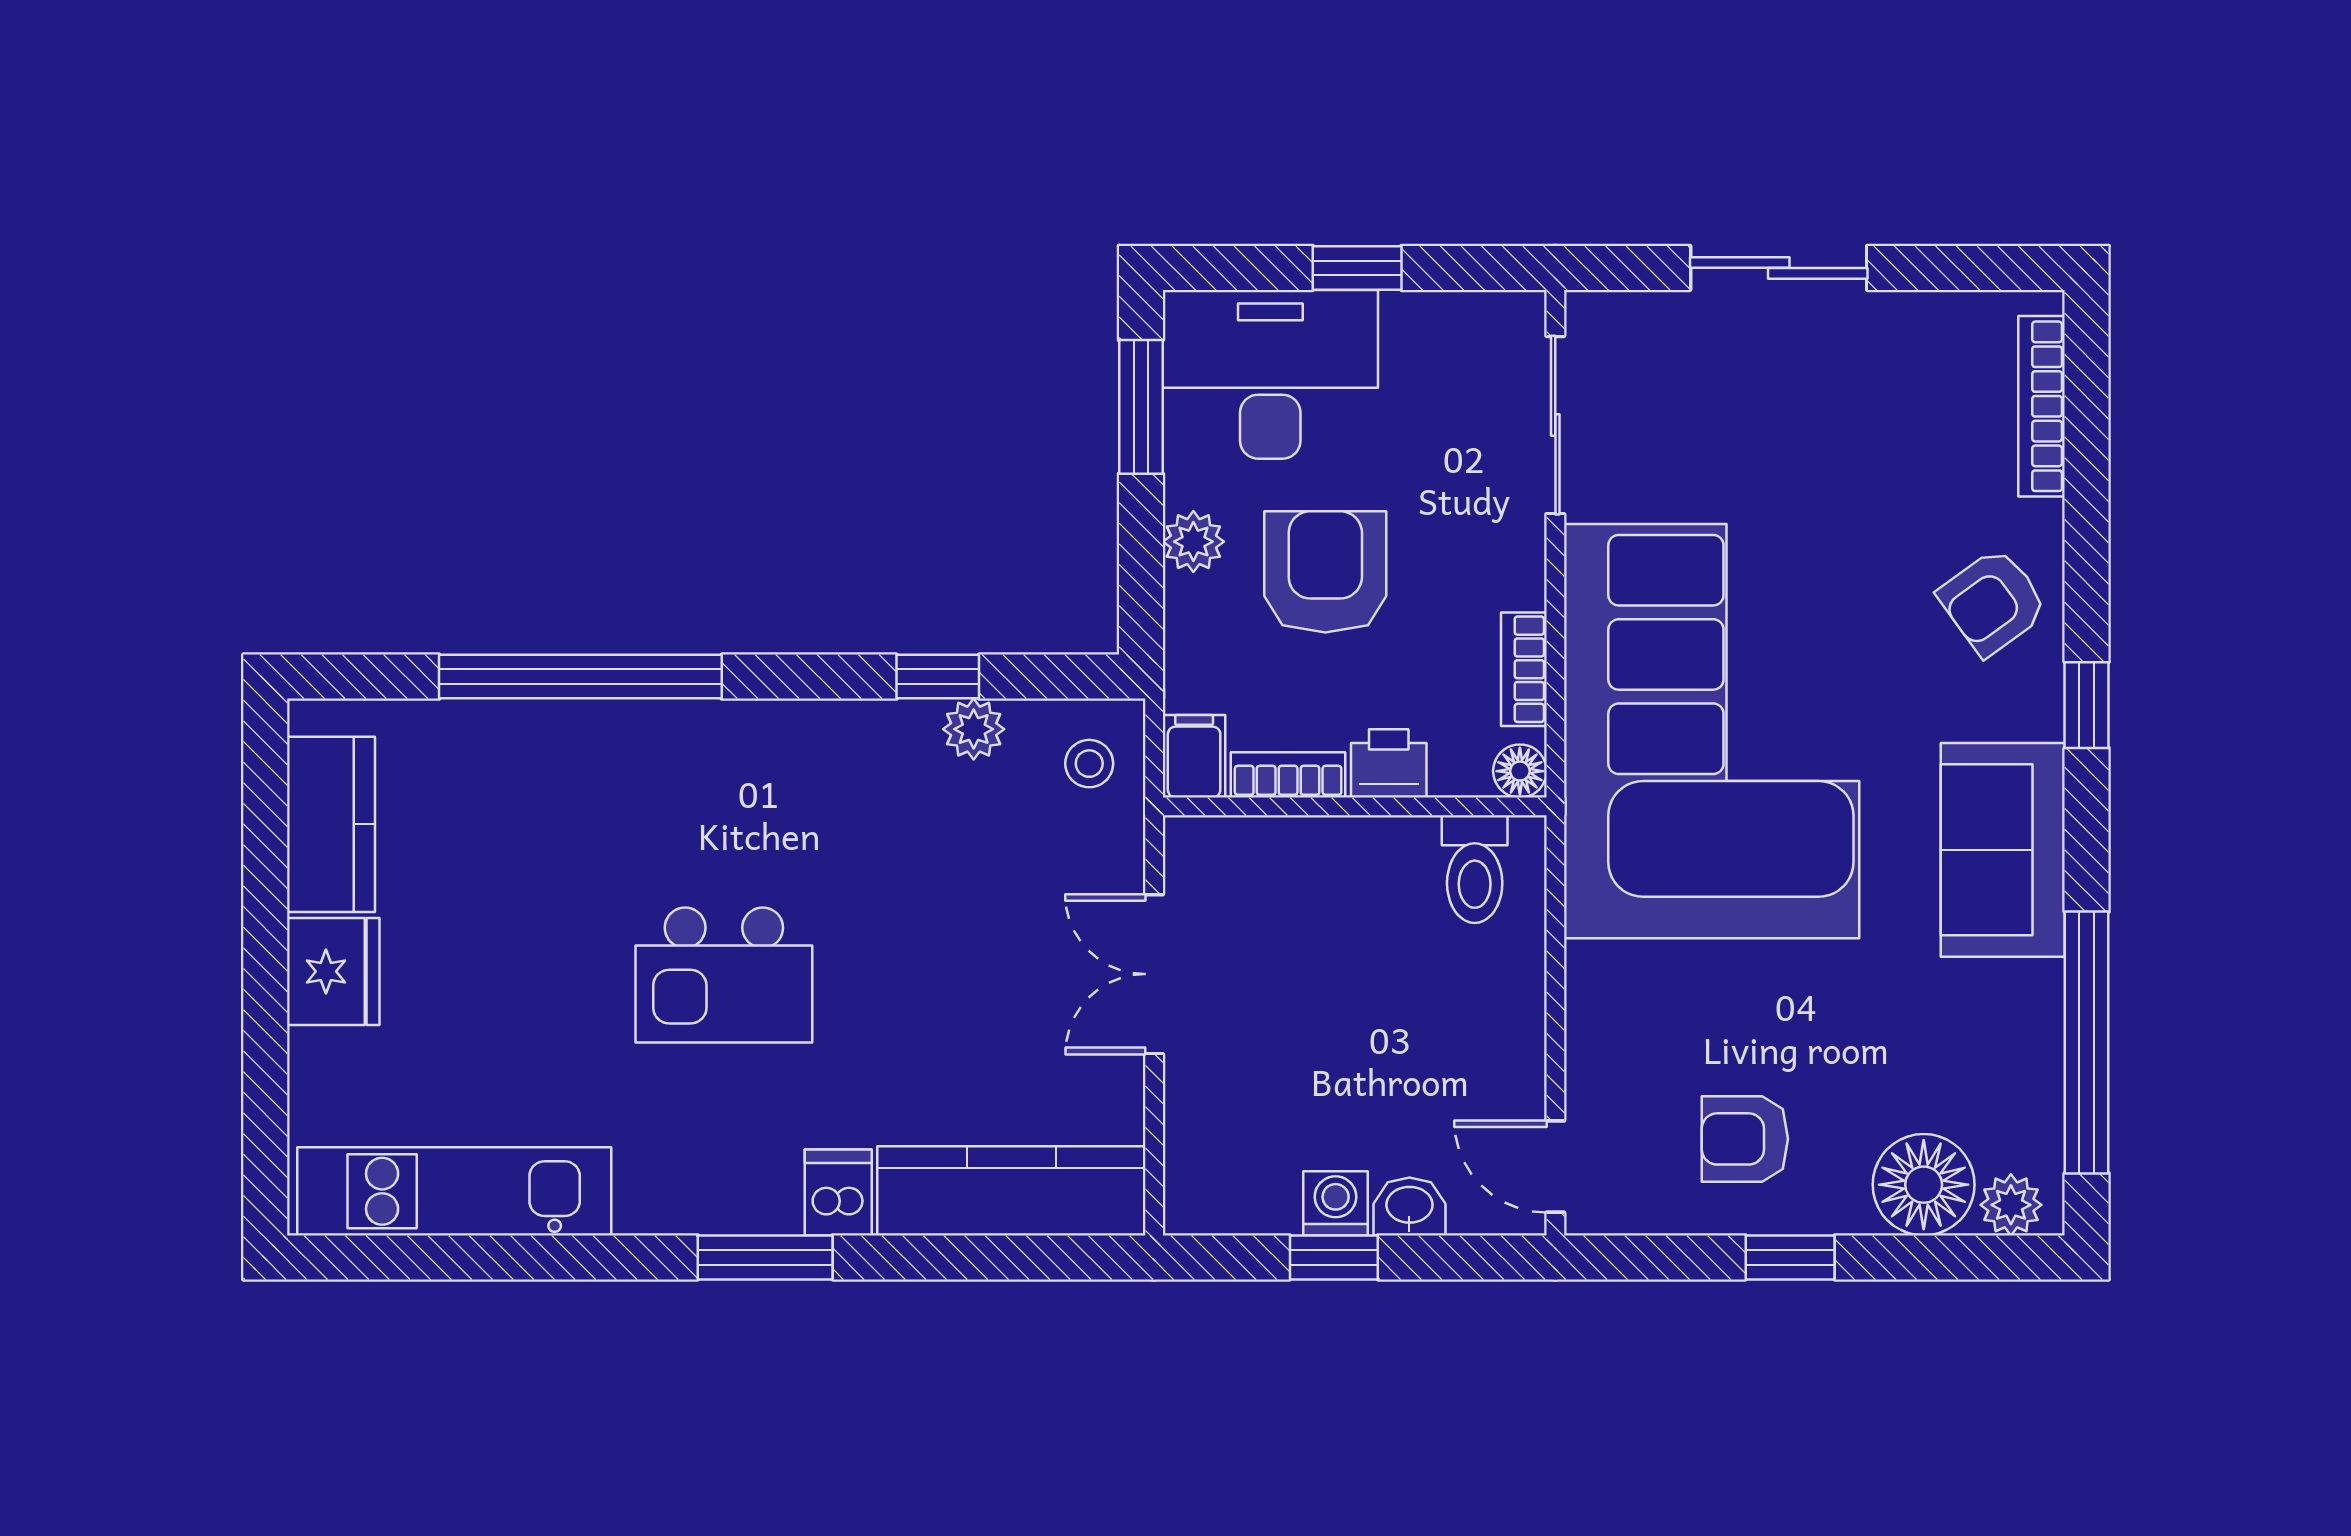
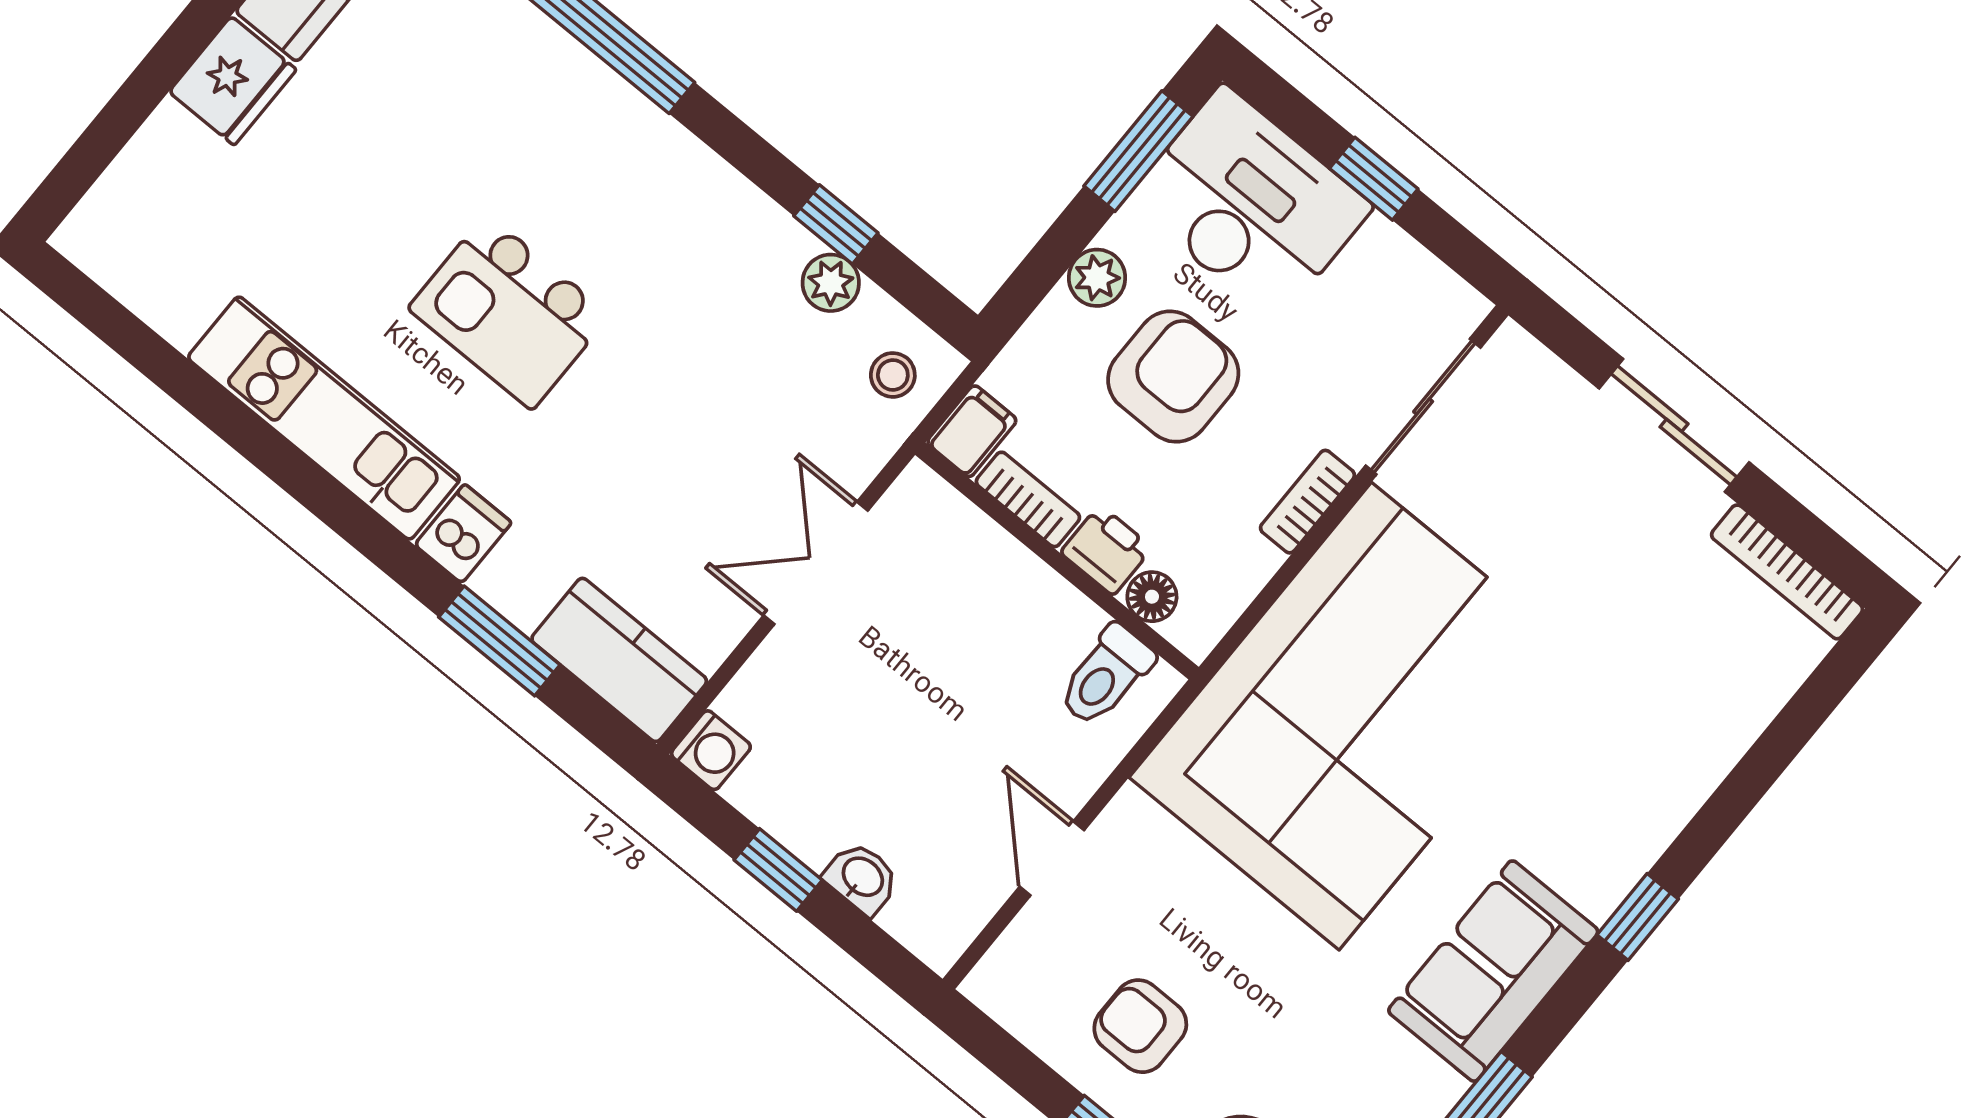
bookcase: (2042, 406) -> (1787, 572), moved, turned -90
armchair: (1993, 602) -> (1631, 788), removed
bookcase: (1524, 669) -> (1307, 502), moved
floor lamp: (1520, 771) -> (1152, 597), moved
door: (1555, 1167) -> (1052, 858), moved
kitchen unit: (454, 1191) -> (324, 418), moved
kitchen counter: (1011, 1191) -> (619, 660), width x0.67
washing machine: (1336, 1203) -> (711, 750), moved, turned 90
window: (765, 1257) -> (499, 641), moved

